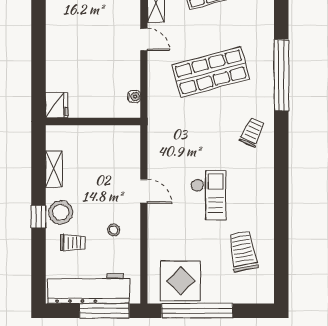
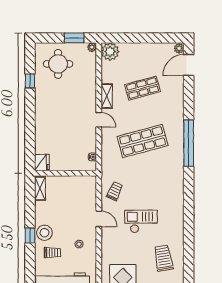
trolley: (252, 132) -> (115, 191), moved
shelving: (54, 169) -> (40, 188), moved
checkout: (208, 195) -> (141, 221), turned -90

